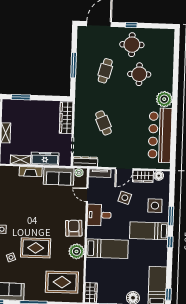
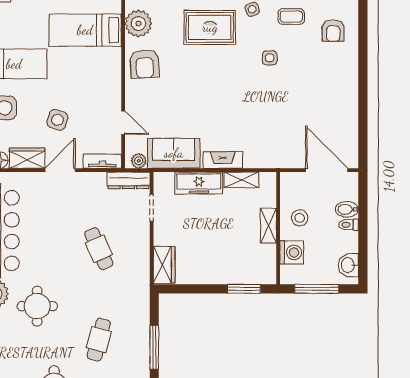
round table: (139, 74) -> (37, 306), moved
wardrobe: (66, 118) -> (164, 265), width x0.67
desk: (99, 215) -> (101, 88), removed

